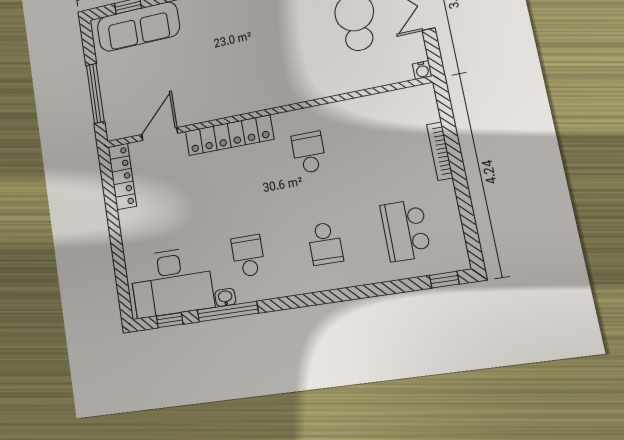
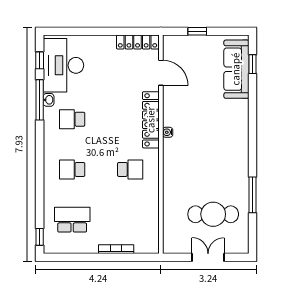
water cooler: (422, 70) -> (168, 132), moved
window: (95, 93) -> (197, 31), width x0.46
school desk: (248, 256) -> (72, 119), turned 180

